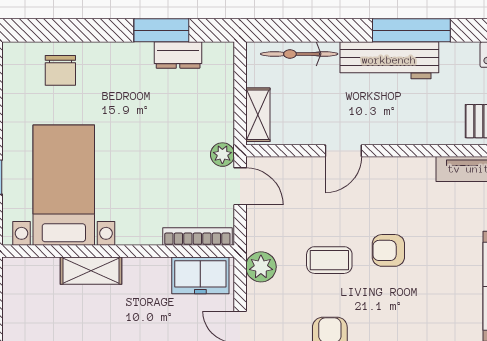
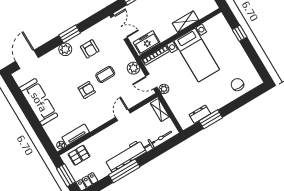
bed with nightstands: (64, 185) -> (197, 55), moved
plant: (261, 267) -> (133, 68), moved

